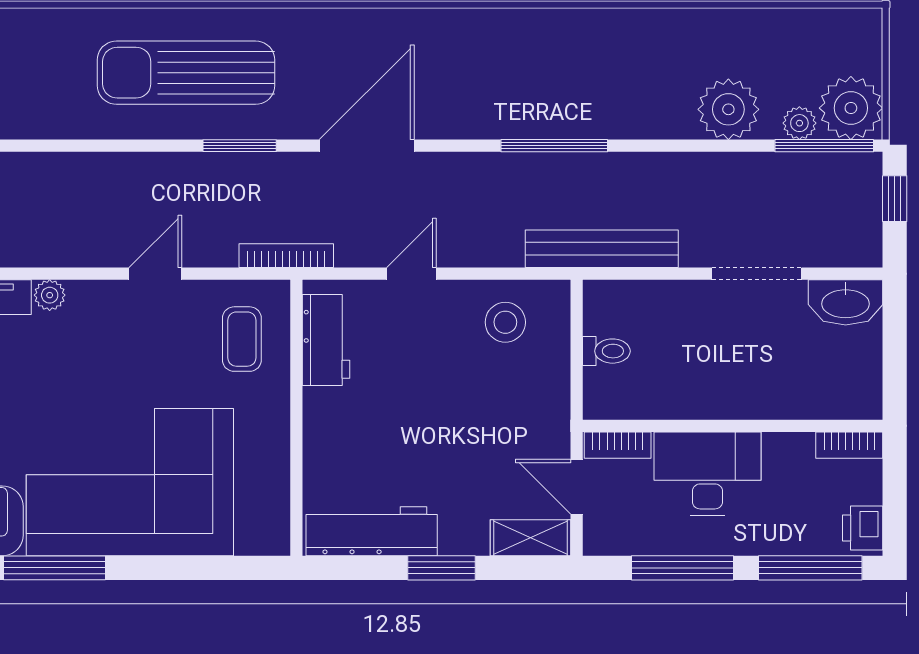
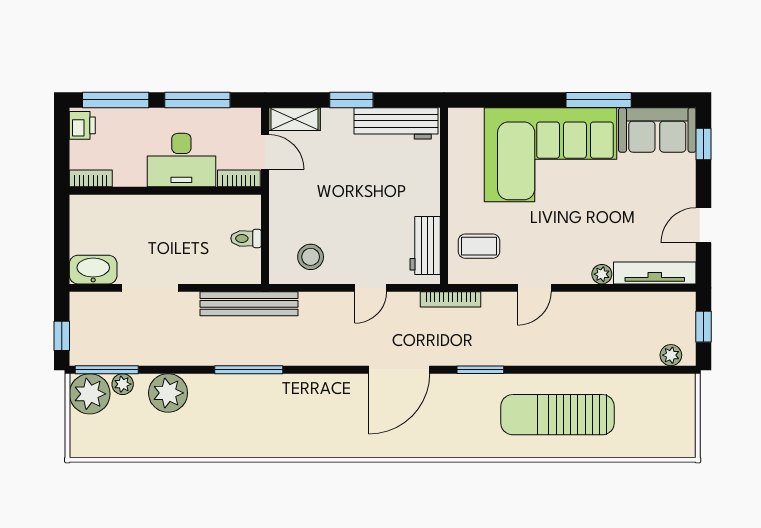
sun lounger: (186, 73) -> (557, 415), moved, turned 180
window: (554, 146) -> (249, 370), moved
coffee table: (242, 339) -> (479, 246), turned 90

